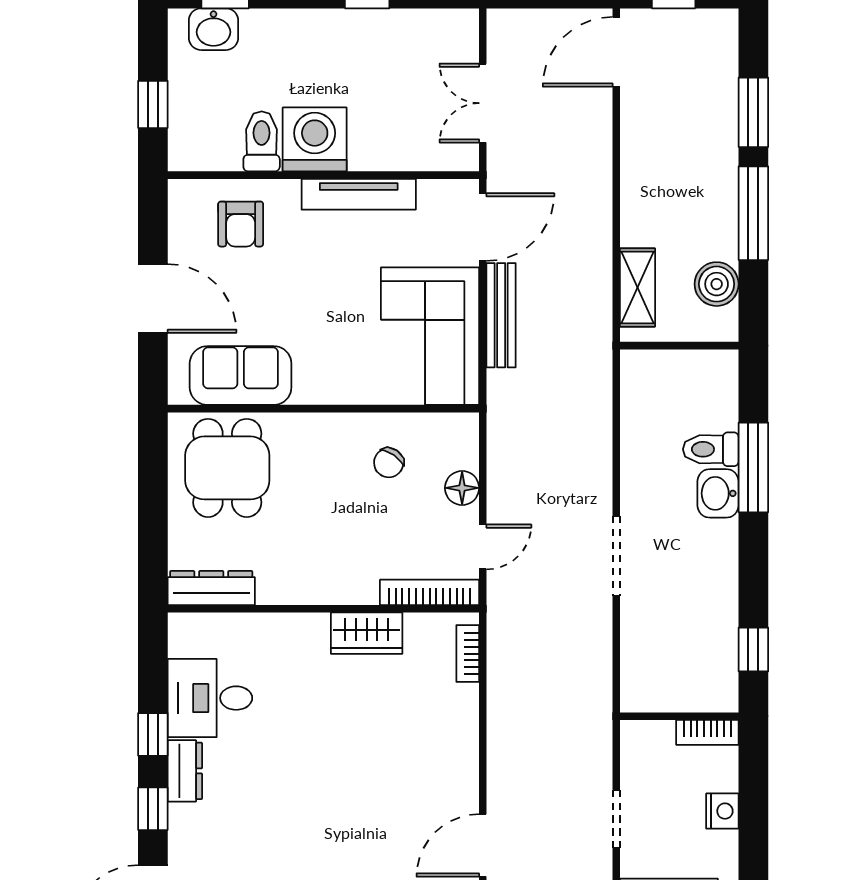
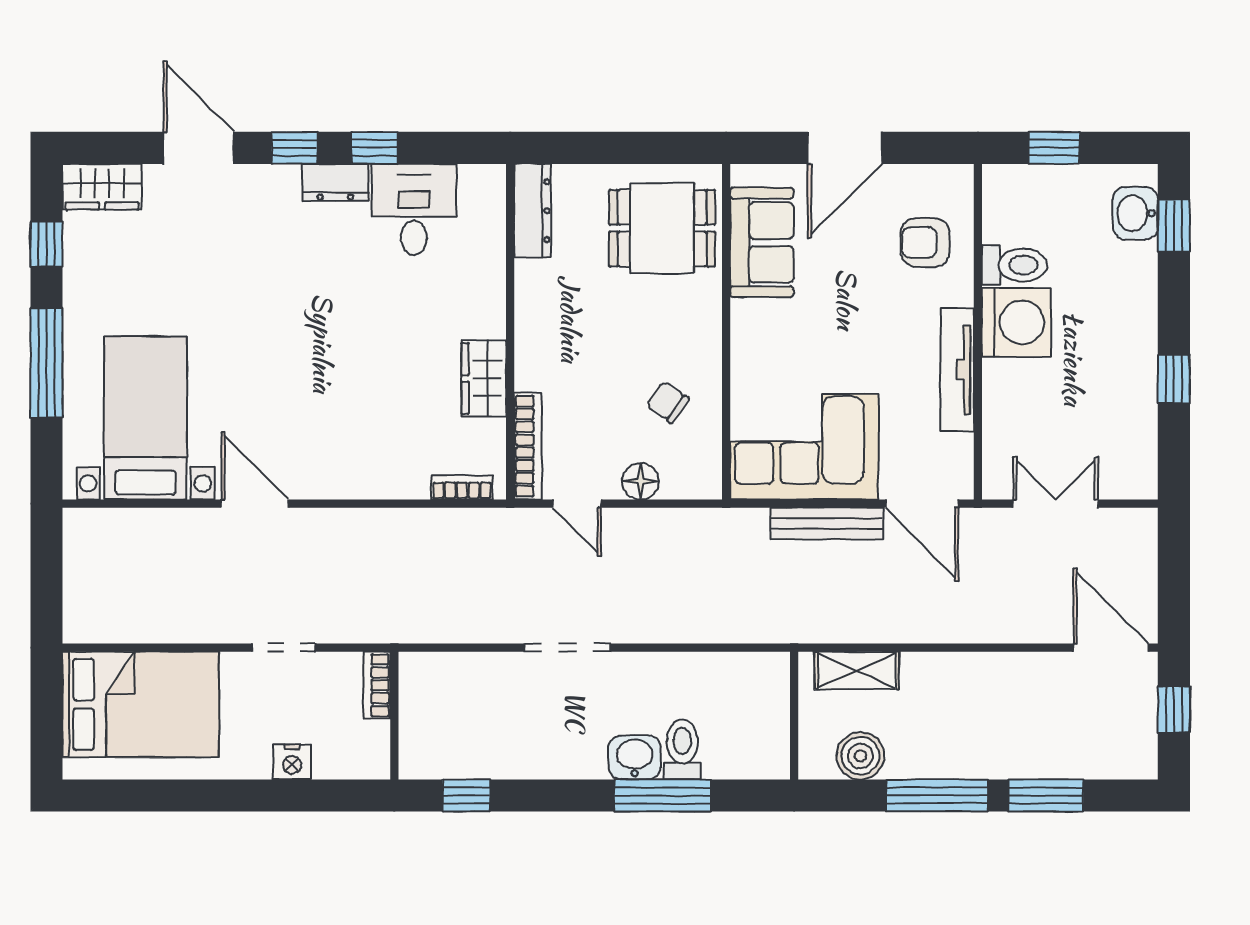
bookcase: (707, 732) -> (377, 685), moved

